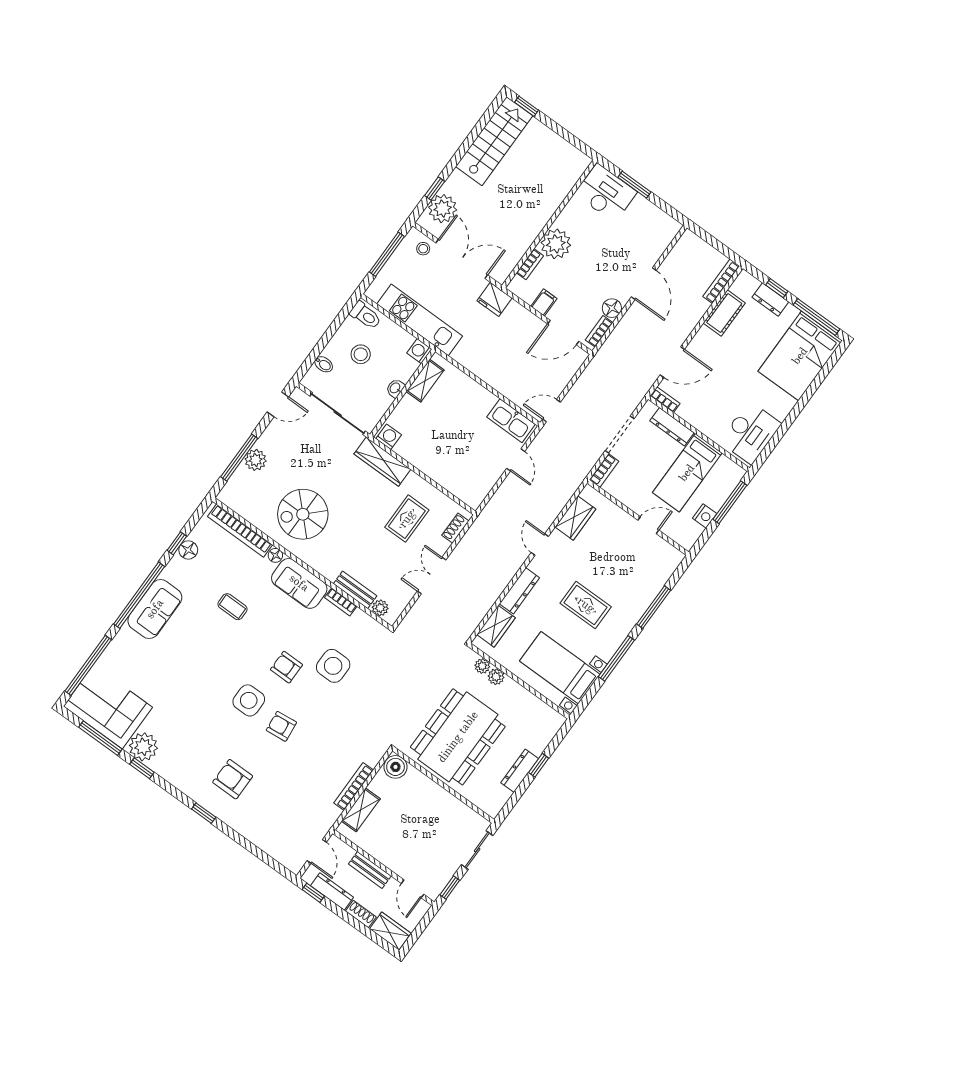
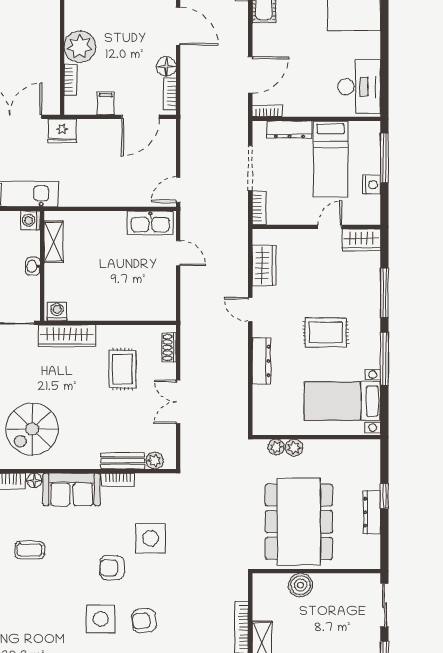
wardrobe: (496, 626) -> (361, 240), moved, turned 90
boiler: (395, 767) -> (301, 585), moved

